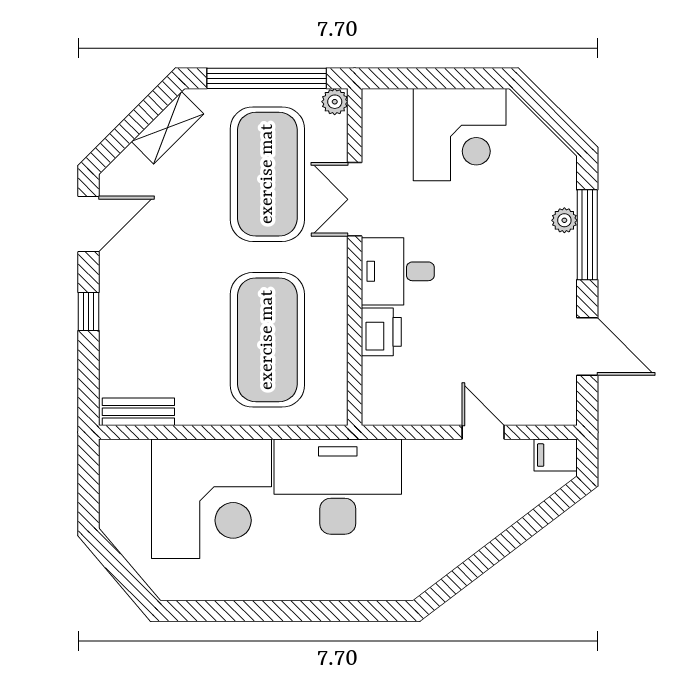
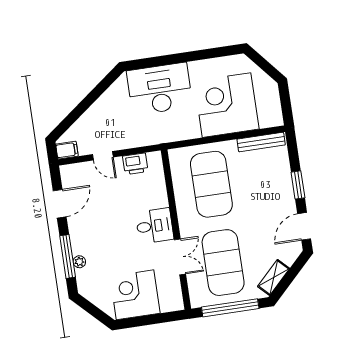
plant: (335, 102) -> (196, 302), removed
window: (88, 312) -> (298, 185), width x1.50
printer: (381, 332) -> (135, 164), moved, turned -90
door: (587, 347) -> (60, 204), swing flipped
bench: (138, 412) -> (261, 142), width x1.36
desk: (338, 487) -> (160, 89), moved, turned 180

